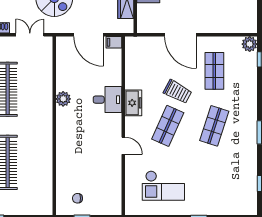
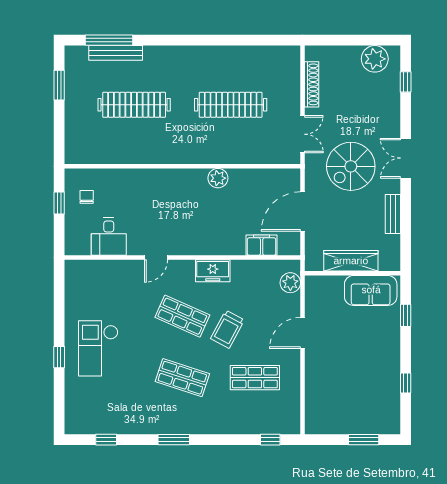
door: (180, 35) -> (303, 333), width x0.73
filing cabinet: (114, 42) -> (262, 245), moved, width x2.00
plant: (250, 44) -> (290, 283), moved
desk: (107, 100) -> (109, 237), moved
checkout: (163, 186) -> (98, 348), moved

